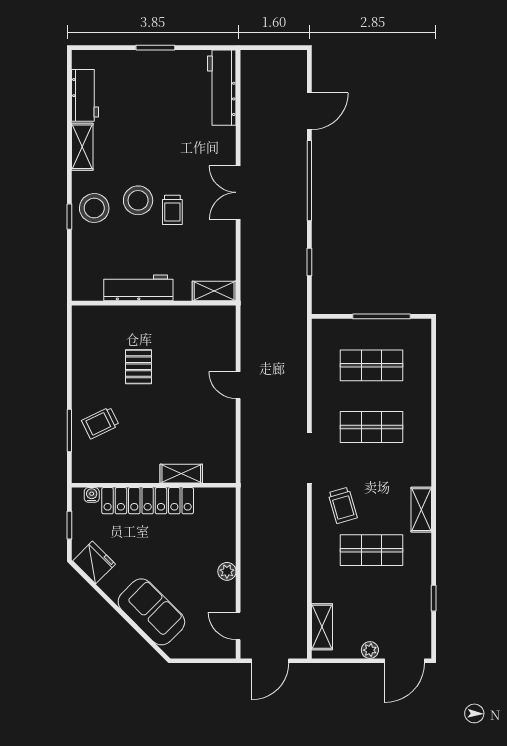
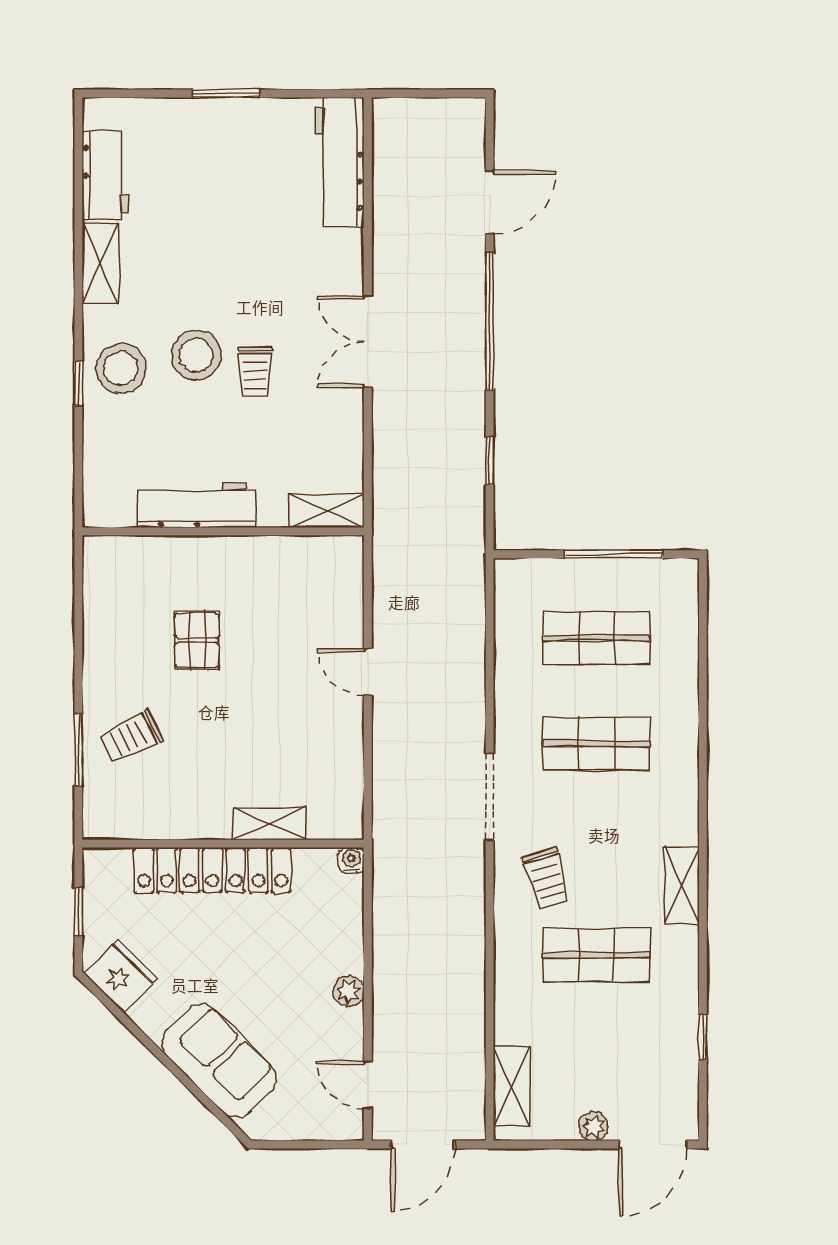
water cooler: (92, 495) -> (351, 860), moved

